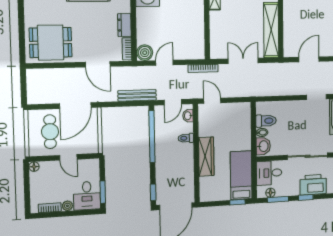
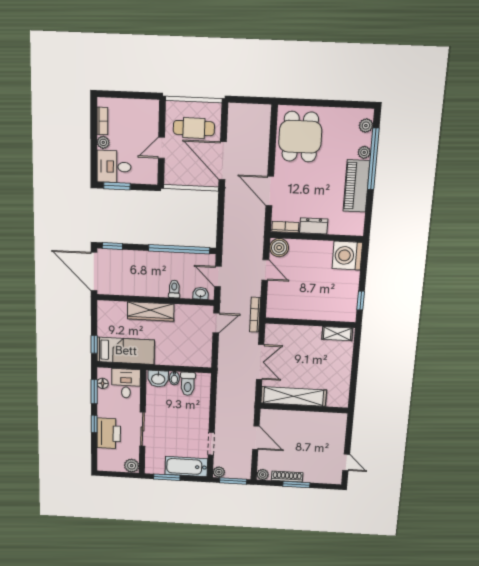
door: (98, 64) -> (270, 191), hinge flipped
bench: (137, 95) -> (229, 235), removed
sliding door: (308, 156) -> (142, 429), width x0.73
floor lamp: (34, 167) -> (153, 106), removed

